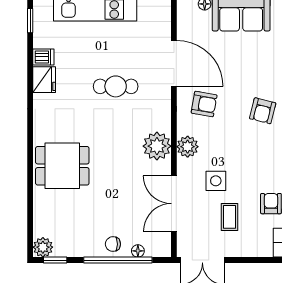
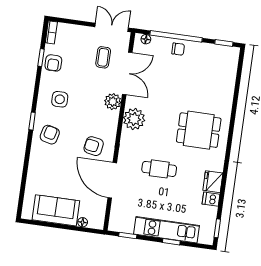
plant: (188, 147) -> (113, 102), moved
dining table: (62, 166) -> (199, 130), moved
side table: (216, 181) -> (60, 99), moved
coffee table: (229, 217) -> (103, 57), moved
plant: (43, 247) -> (232, 54), removed
floor lamp: (138, 251) -> (146, 39), moved

